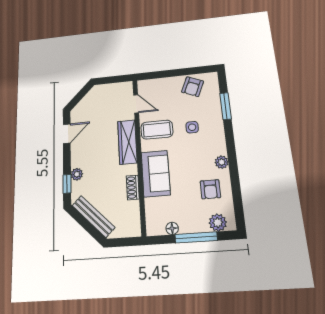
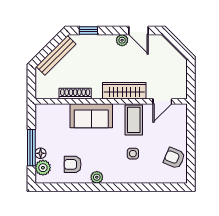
window: (226, 106) -> (151, 187), removed
plant: (77, 174) -> (122, 40), moved
shoe rack: (133, 187) -> (75, 94), width x1.43
floor lamp: (172, 228) -> (41, 153), moved

